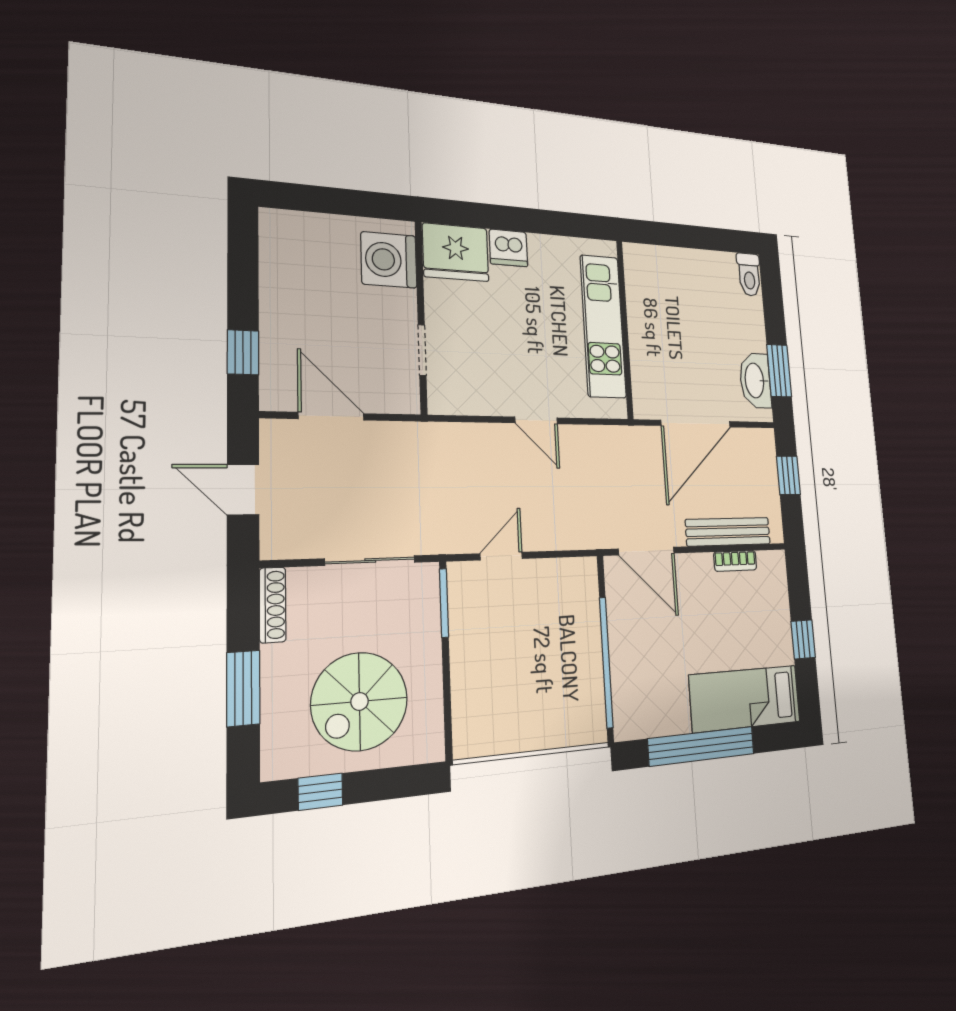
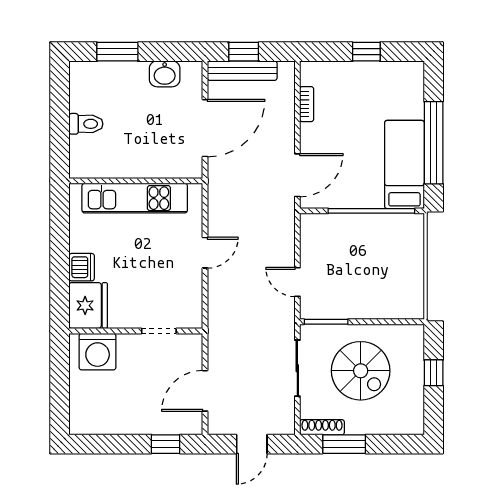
toilet: (749, 275) -> (86, 124), moved
window: (779, 371) -> (117, 52), moved
washbasin: (755, 381) -> (165, 74), width x0.72
door: (696, 424) -> (205, 128), hinge flipped
bench: (728, 532) -> (242, 71), moved, turned 90
window: (243, 688) -> (344, 444), moved
bed: (745, 699) -> (404, 165), moved, turned 180
spiral stairs: (360, 701) -> (361, 371), moved
window: (320, 792) -> (434, 373), moved

